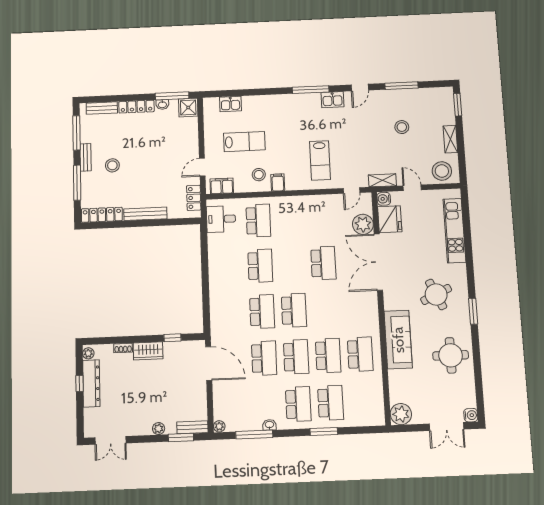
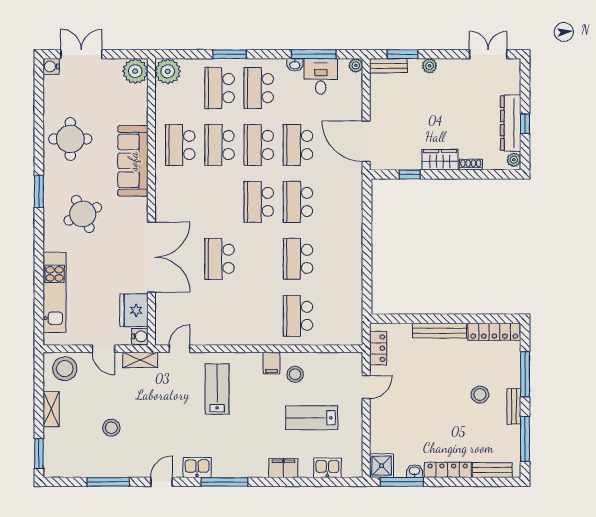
filing cabinet: (222, 186) -> (283, 468), moved, turned 180
desk: (221, 219) -> (321, 76), moved, turned -90
plant: (363, 224) -> (168, 71), moved

